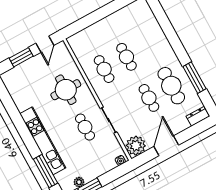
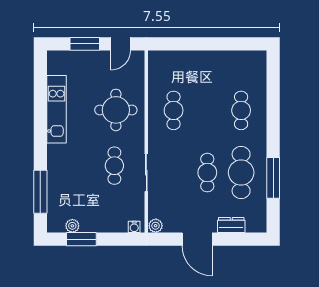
cafe table: (126, 57) -> (241, 110), moved
dresser: (198, 116) -> (231, 225), moved
kitchen unit: (43, 141) -> (57, 109), moved, width x0.73
plant: (136, 146) -> (156, 226), width x0.53, depth x0.53
door: (166, 146) -> (197, 239), swing flipped

